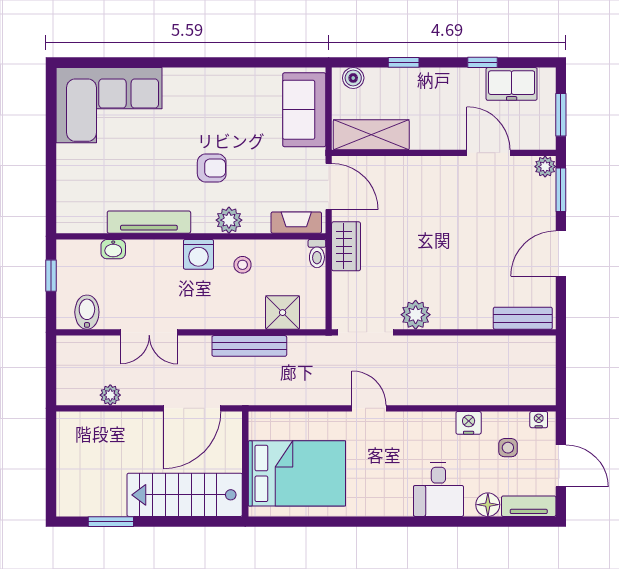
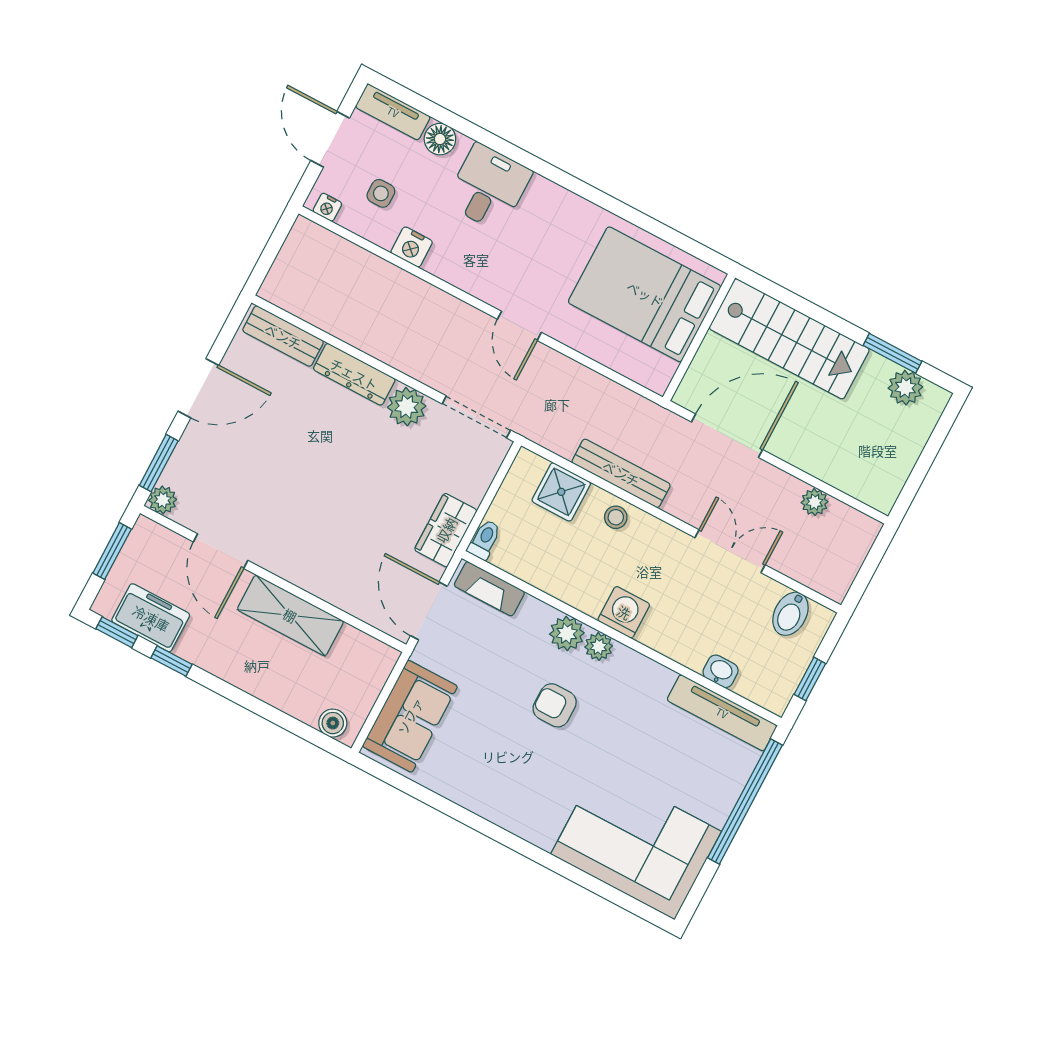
window: (404, 62) -> (117, 632), moved
shelving: (371, 135) -> (290, 615), moved
window: (51, 171) -> (745, 801), added
tv unit: (149, 222) -> (722, 713), moved
plant: (203, 223) -> (599, 646), added
stool: (243, 265) -> (616, 517), moved
dresser: (462, 318) -> (354, 374), added
plant: (90, 503) -> (905, 388), added

